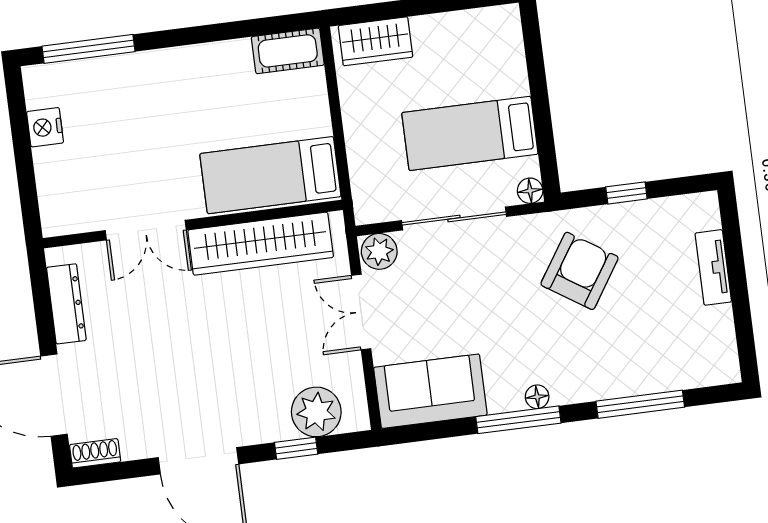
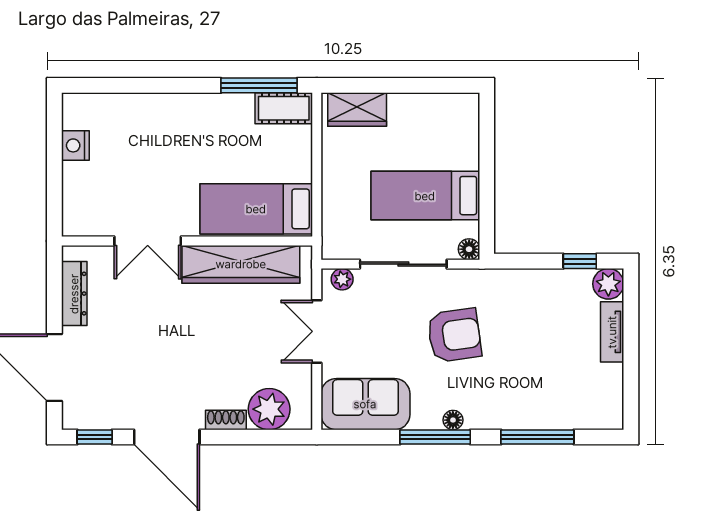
window: (89, 49) -> (259, 85), moved
window: (626, 193) -> (580, 261), moved
plant: (701, 211) -> (608, 284), added
plant: (379, 251) -> (342, 279), width x0.73, depth x0.73
armchair: (580, 271) -> (454, 335), moved, turned 49
window: (296, 448) -> (95, 437), moved
shoe rack: (95, 453) -> (226, 420), moved

